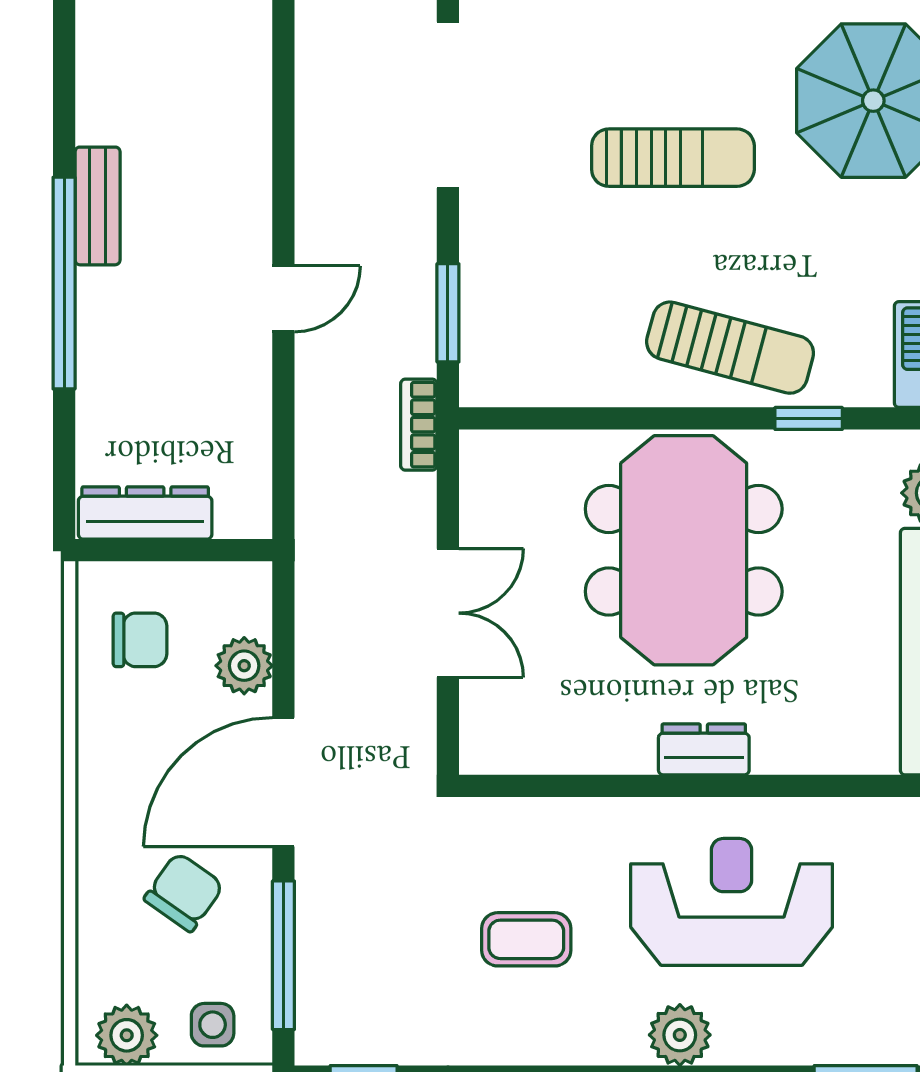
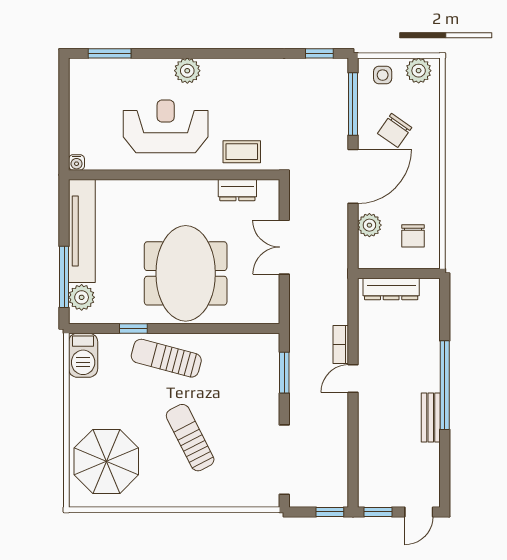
sun lounger: (673, 158) -> (190, 438), turned 63
bookcase: (419, 425) -> (341, 344), moved, turned 180
dresser: (145, 513) -> (391, 289), moved
chair: (140, 640) -> (413, 236), turned -90
dresser: (704, 749) -> (237, 190), moved
reception desk: (732, 902) -> (166, 126), turned 180
coffee table: (526, 939) -> (242, 152), moved

